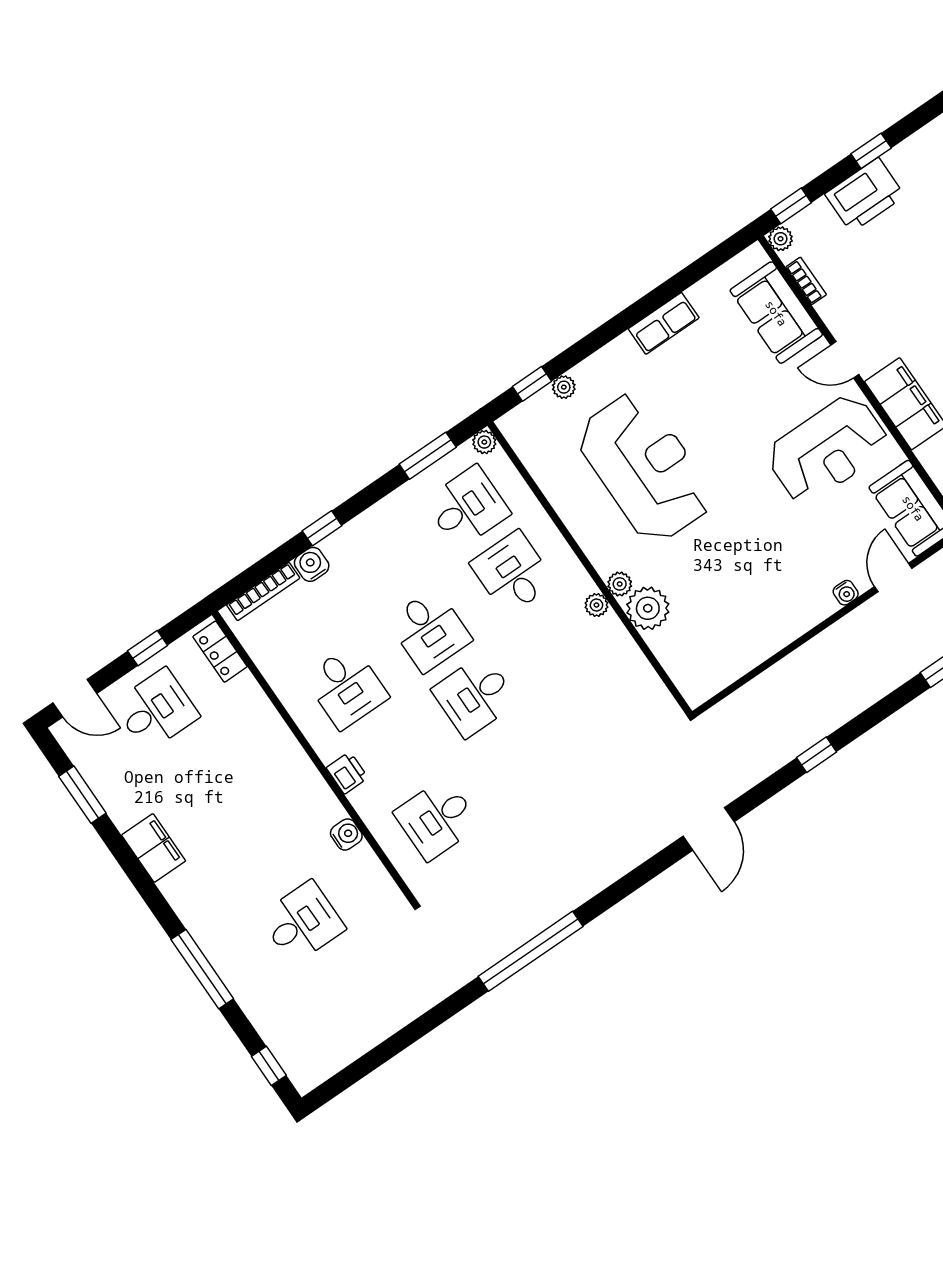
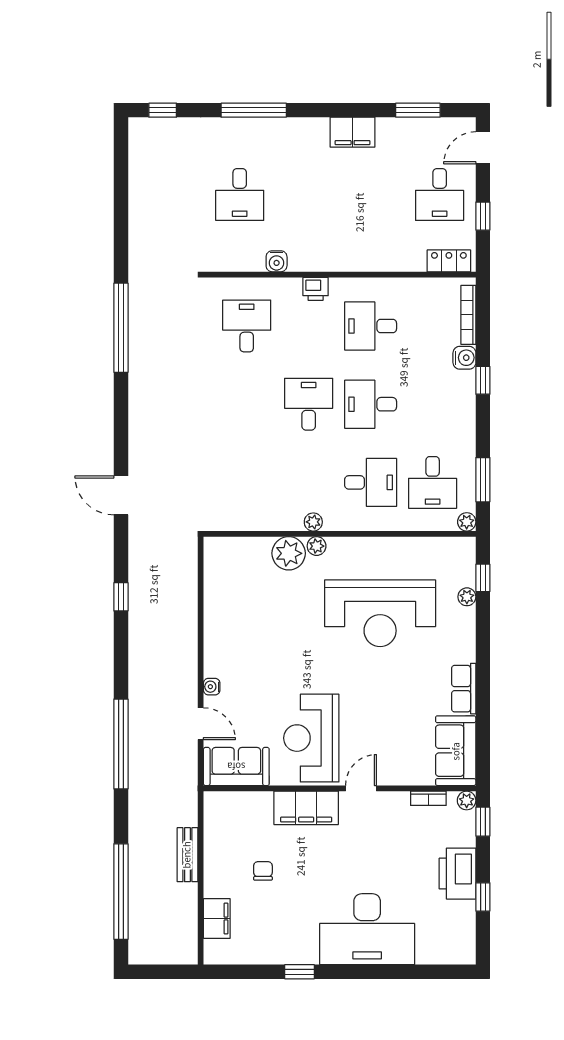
sofa: (776, 313) -> (456, 751), moved, turned -90

